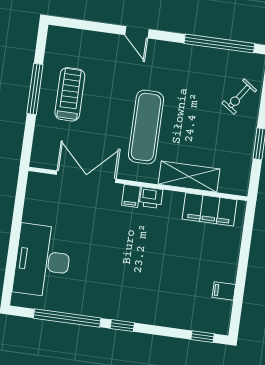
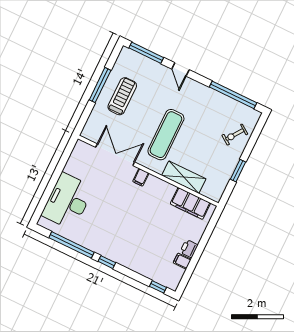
window: (83, 25) -> (146, 53), added
printer: (151, 198) -> (189, 249), moved, turned 90

